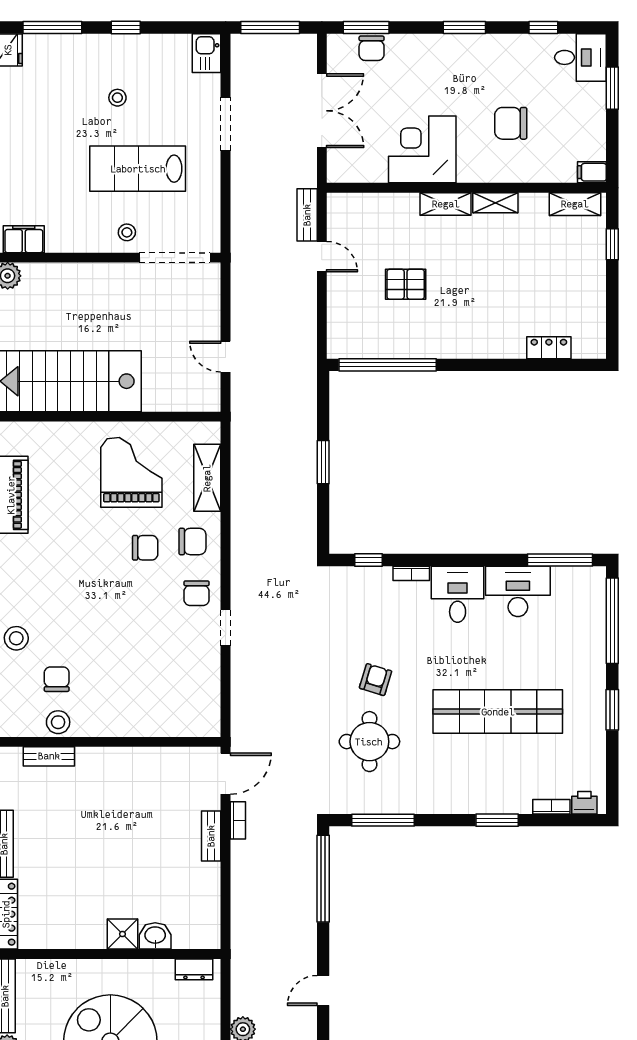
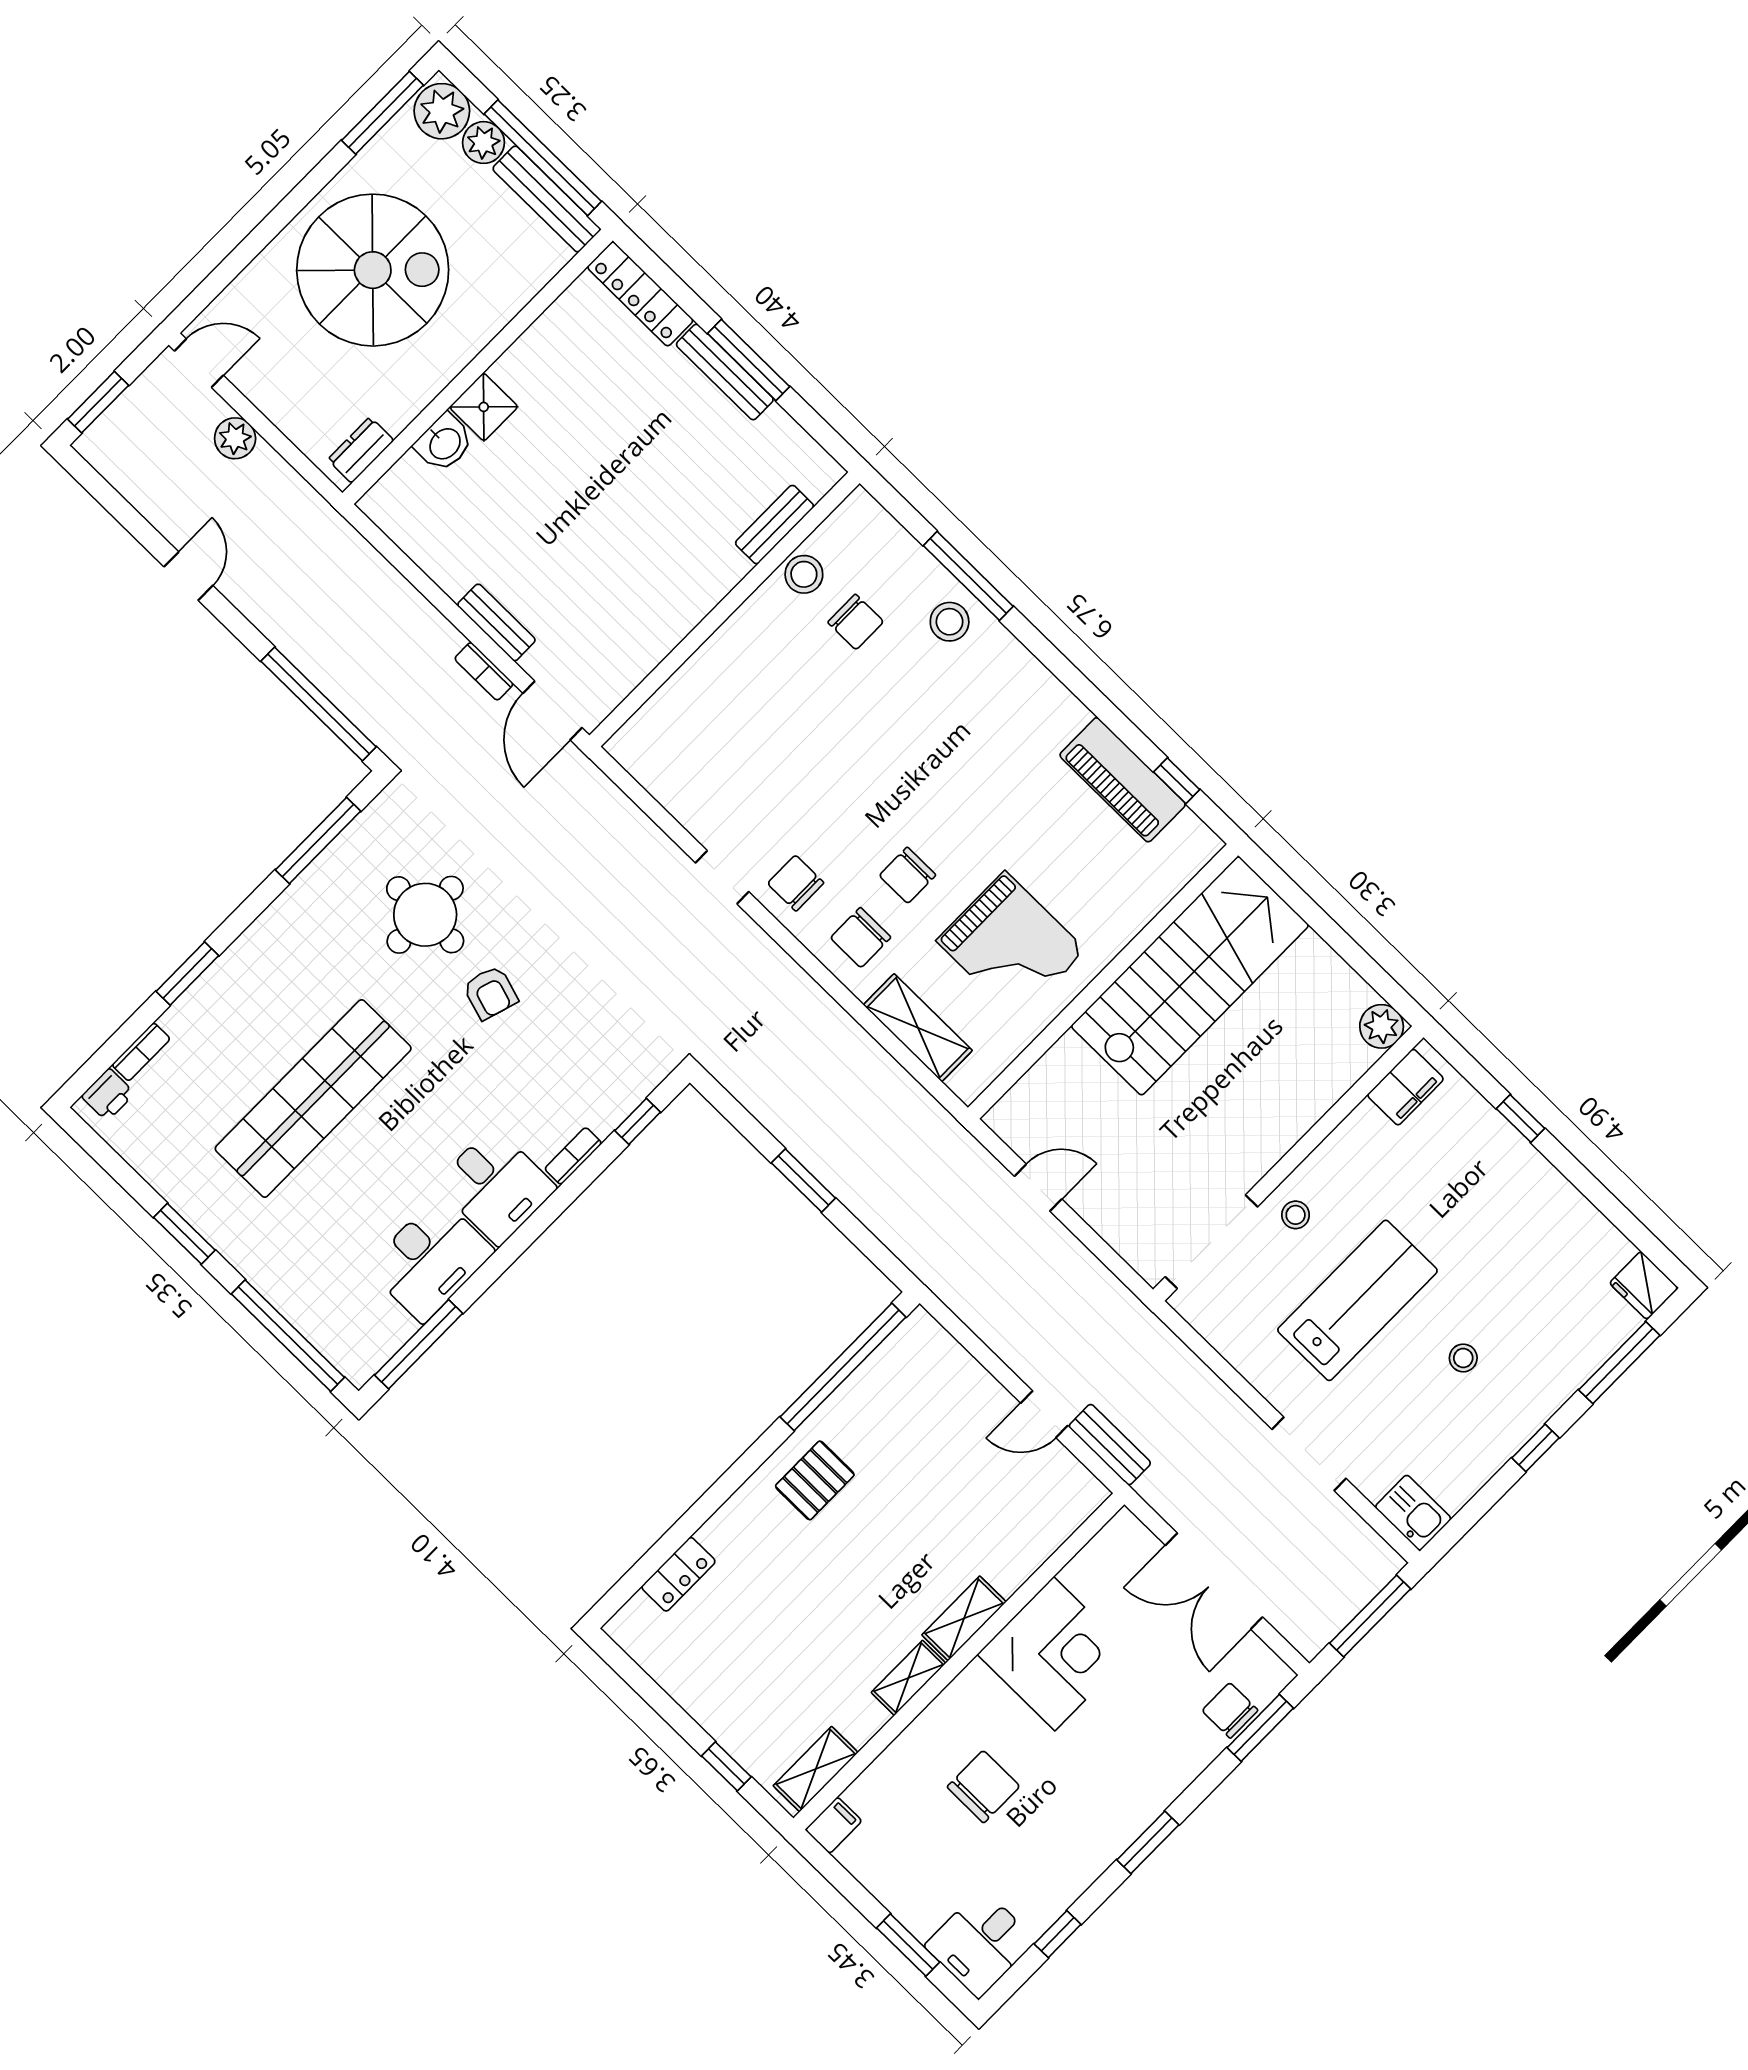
pallet: (406, 284) -> (815, 1480), moved

